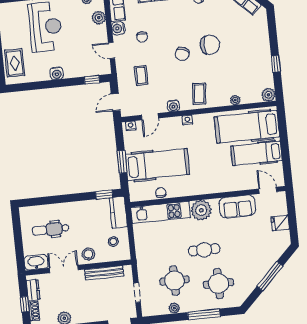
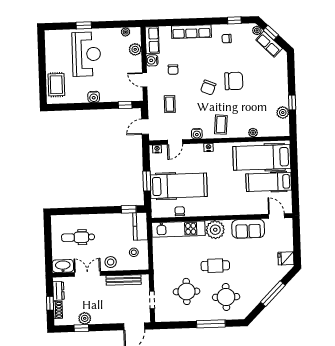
plant: (268, 95) -> (283, 113), moved
fridge: (280, 223) -> (286, 258), moved
plant: (174, 308) -> (185, 316), removed

